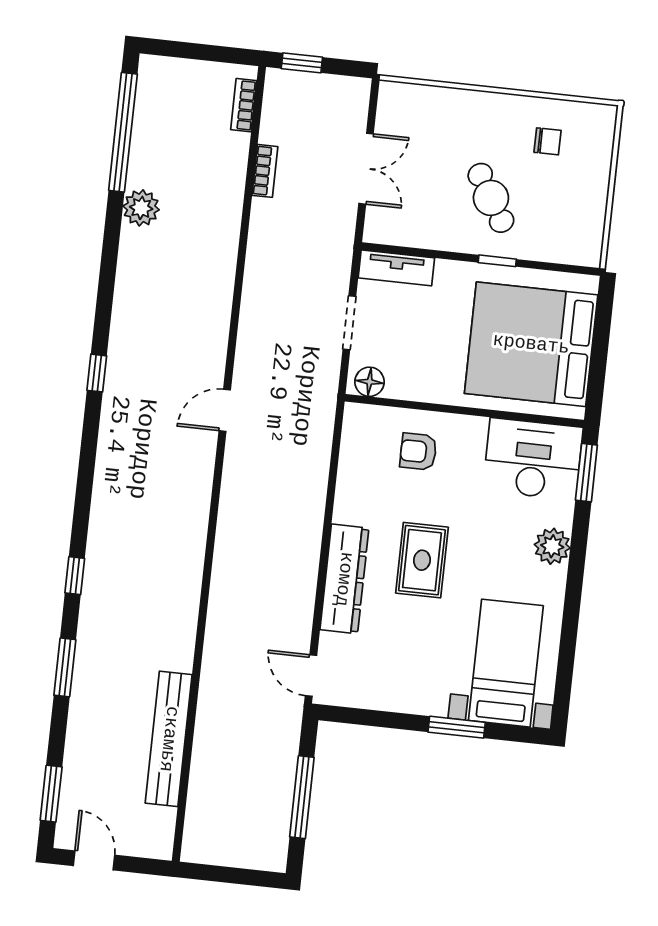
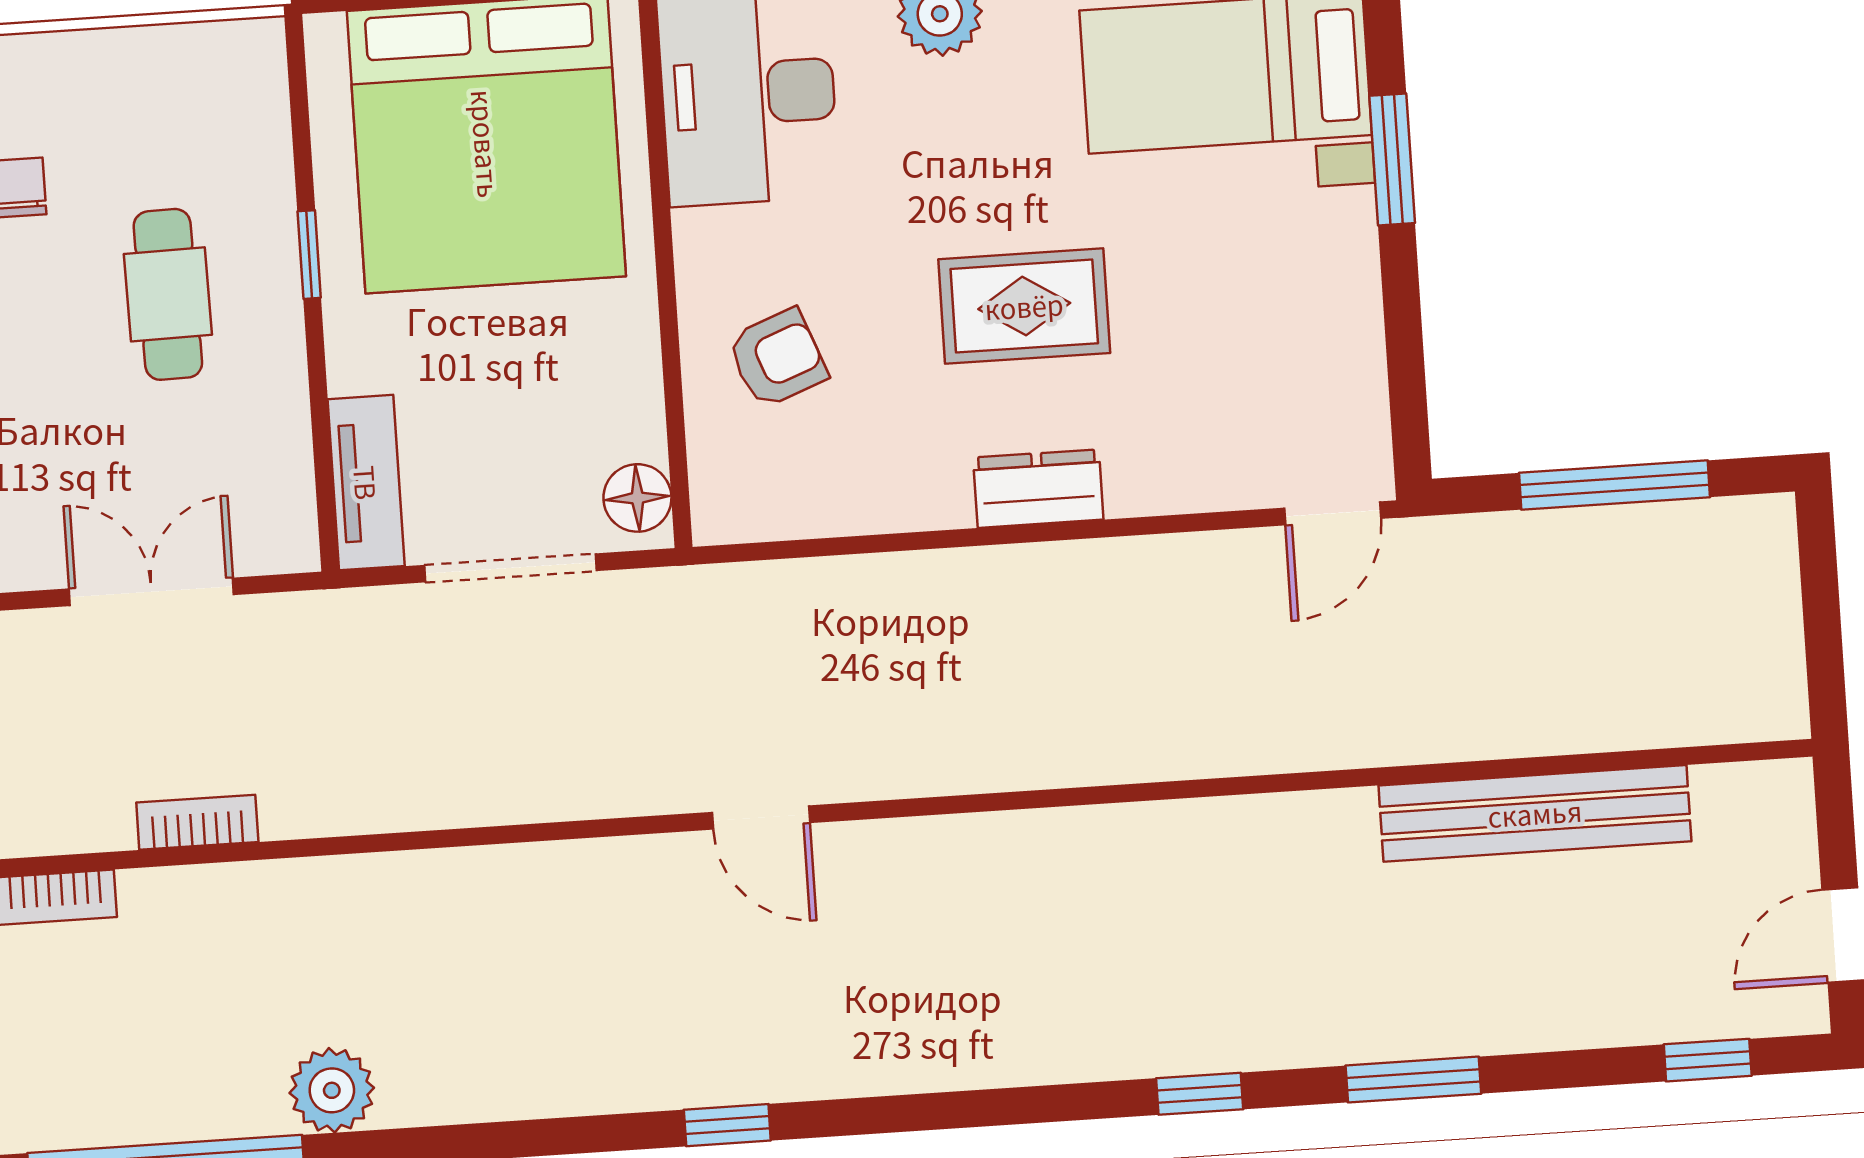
cafe table: (491, 198) -> (168, 294), turned -60
doorway: (349, 323) -> (510, 568), width x1.38
armchair: (418, 452) -> (777, 358), turned -111
dresser: (344, 579) -> (1038, 489), width x0.51, depth x0.80
window: (51, 794) -> (1708, 1060), width x0.67

